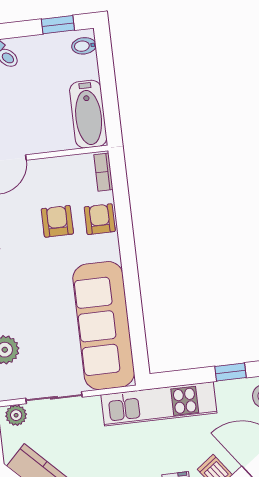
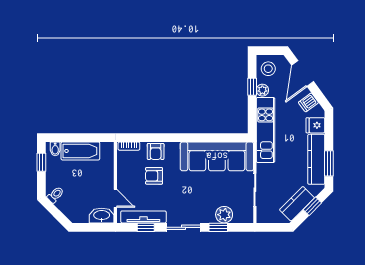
bathtub: (88, 114) -> (80, 151), moved
armchair: (100, 219) -> (156, 151), turned -90
plant: (16, 415) -> (262, 90), moved

